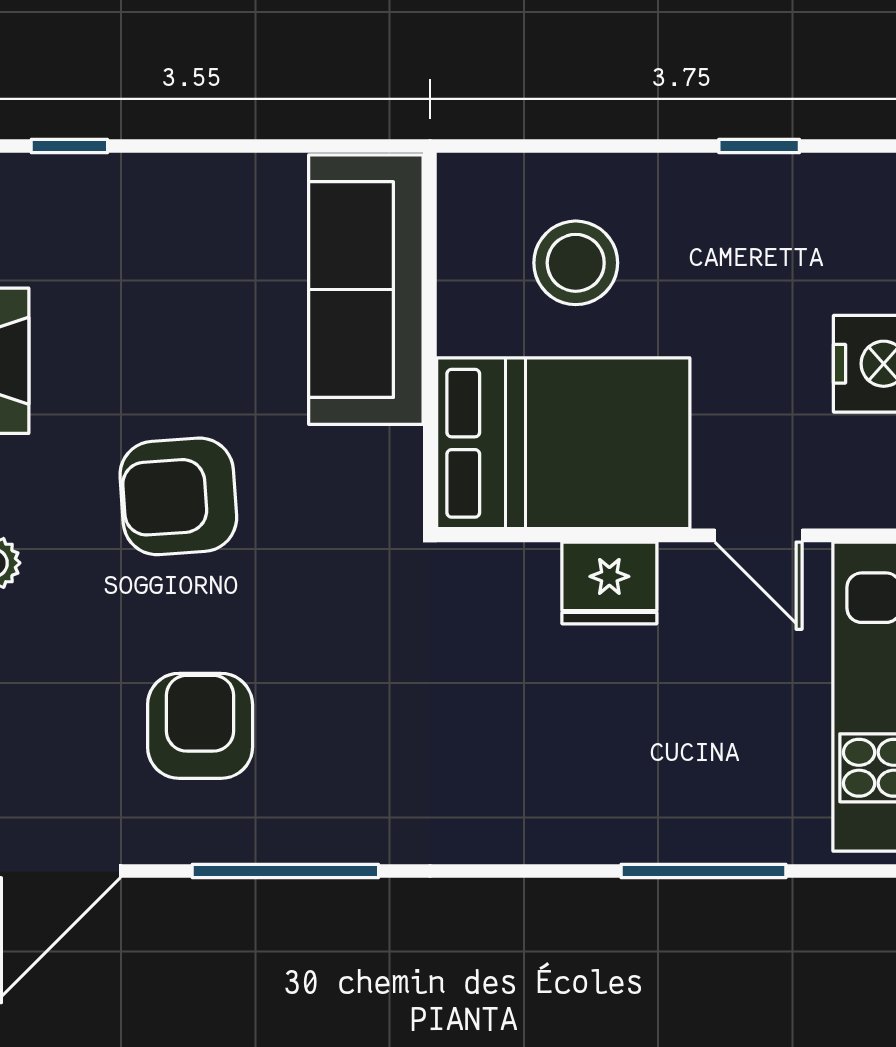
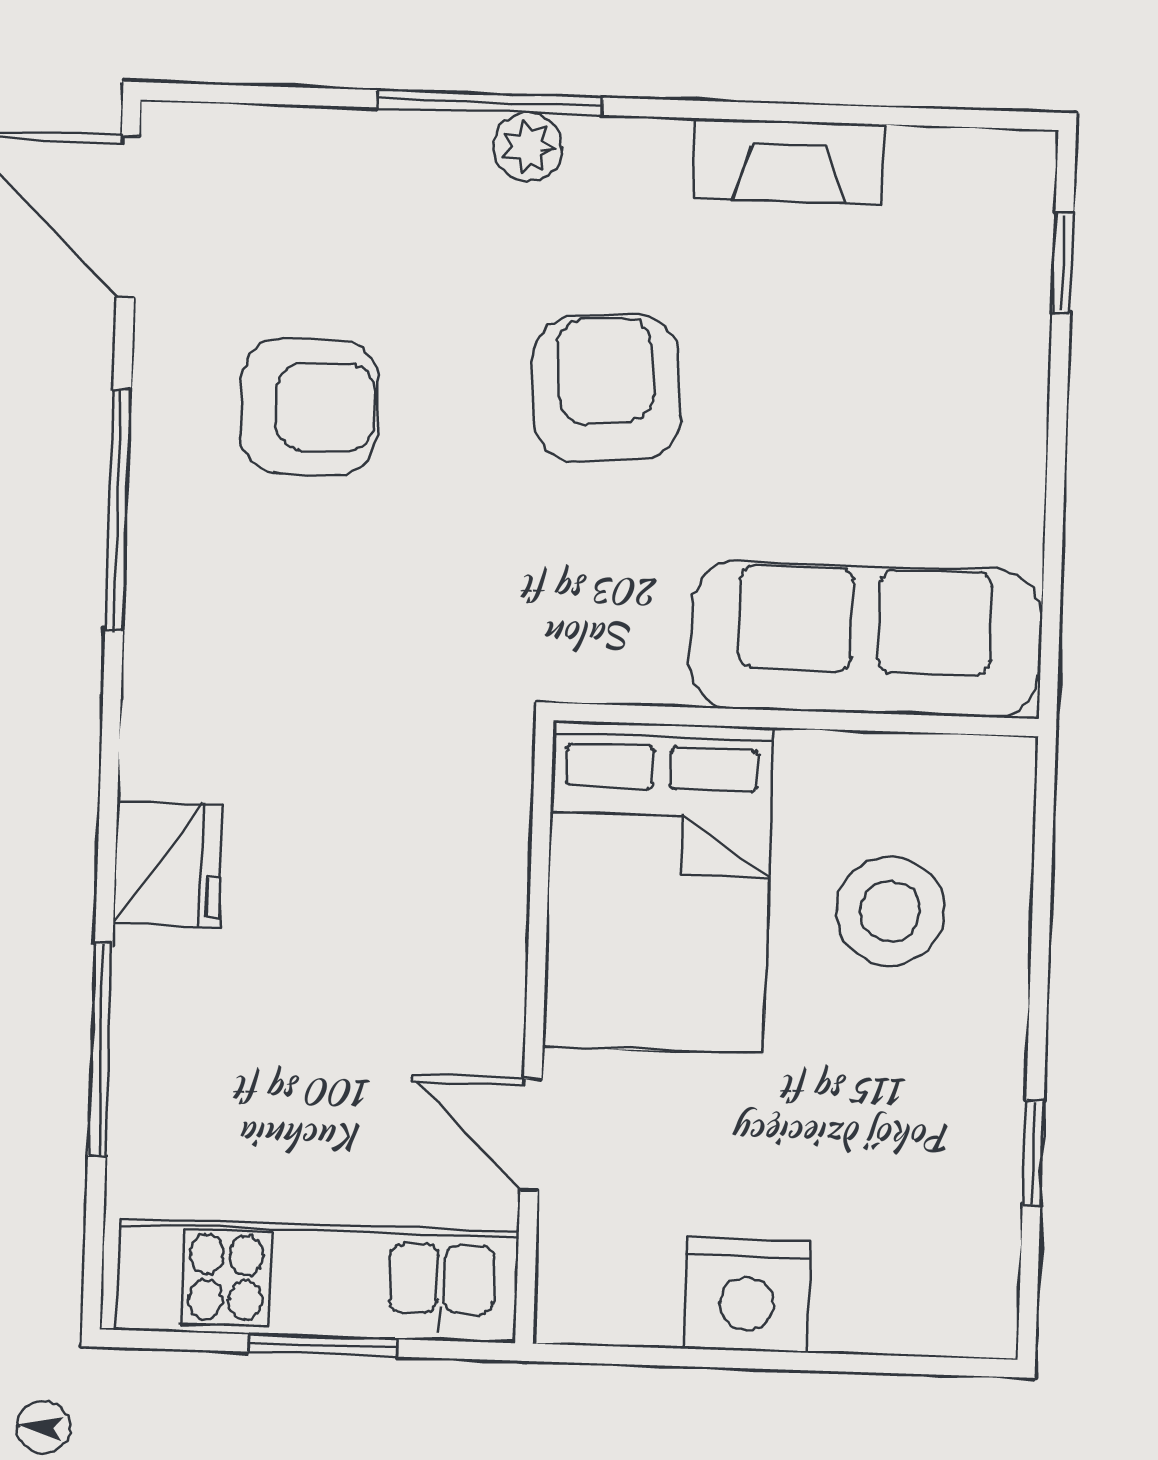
door: (758, 535) -> (531, 1135), hinge flipped
fridge: (609, 583) -> (168, 864), moved, turned 180

